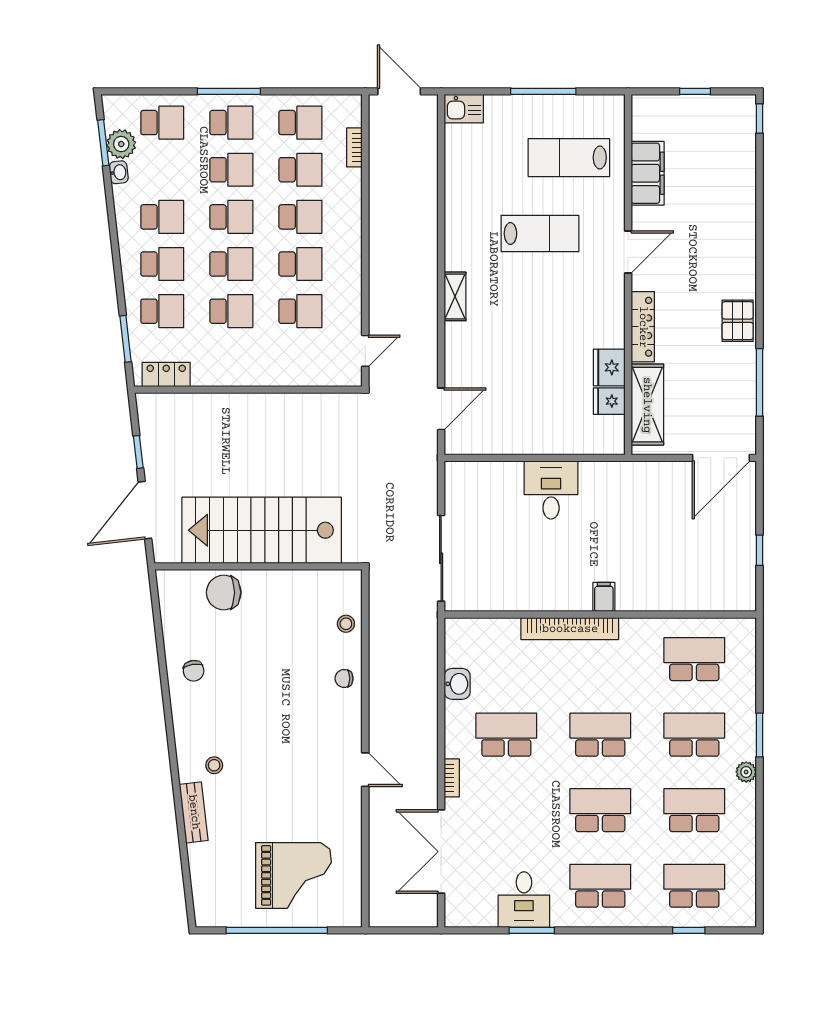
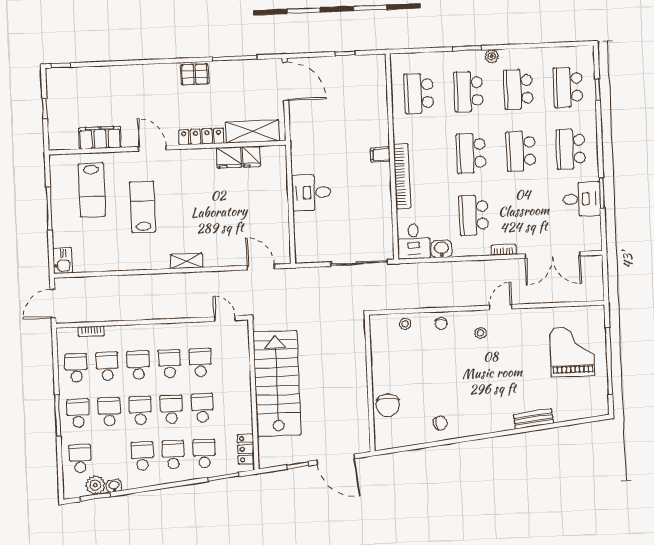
stairs: (262, 530) -> (277, 384), moved, turned 180
desk: (471, 642) -> (414, 241), added
stool: (214, 765) -> (481, 333), moved

